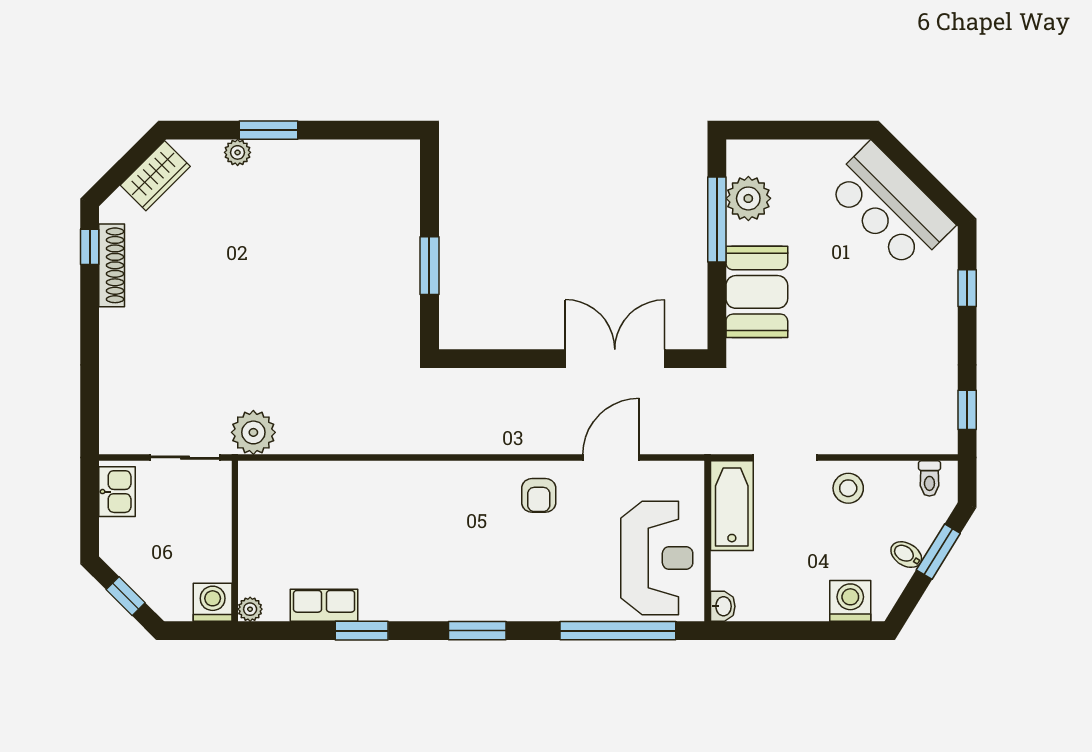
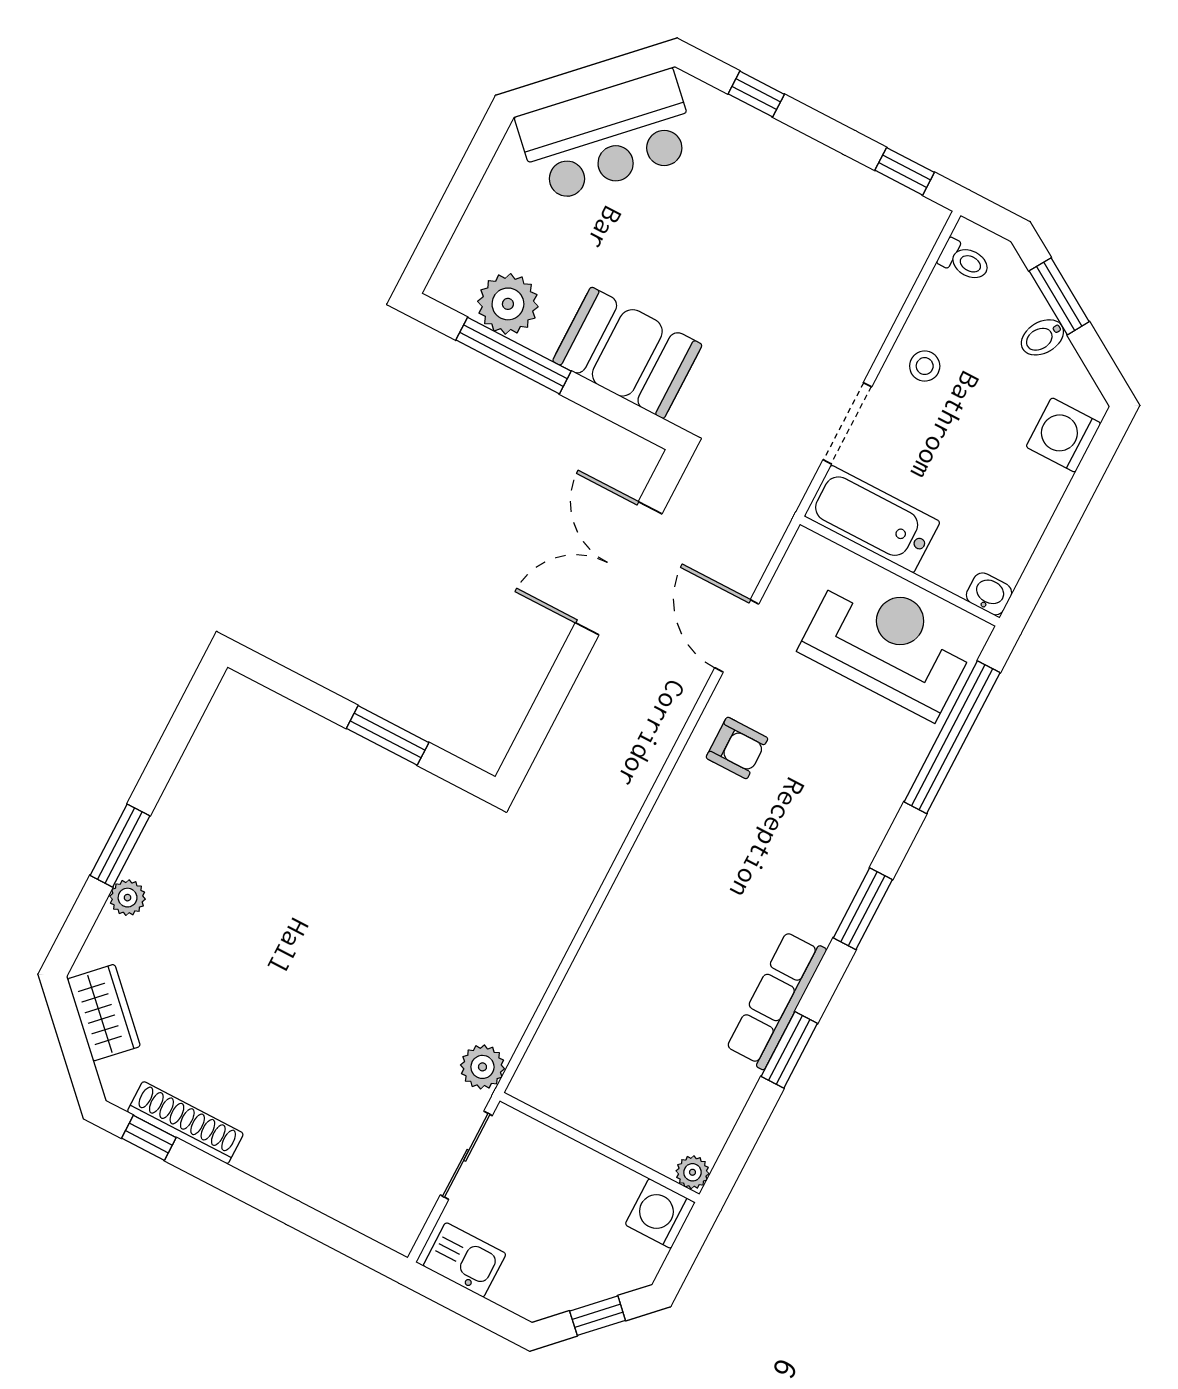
plant: (253, 432) -> (482, 1067), width x0.73, depth x0.73
stool: (848, 488) -> (925, 366), width x0.73, depth x0.73
row of seats: (324, 605) -> (776, 1000), moved, width x1.48

